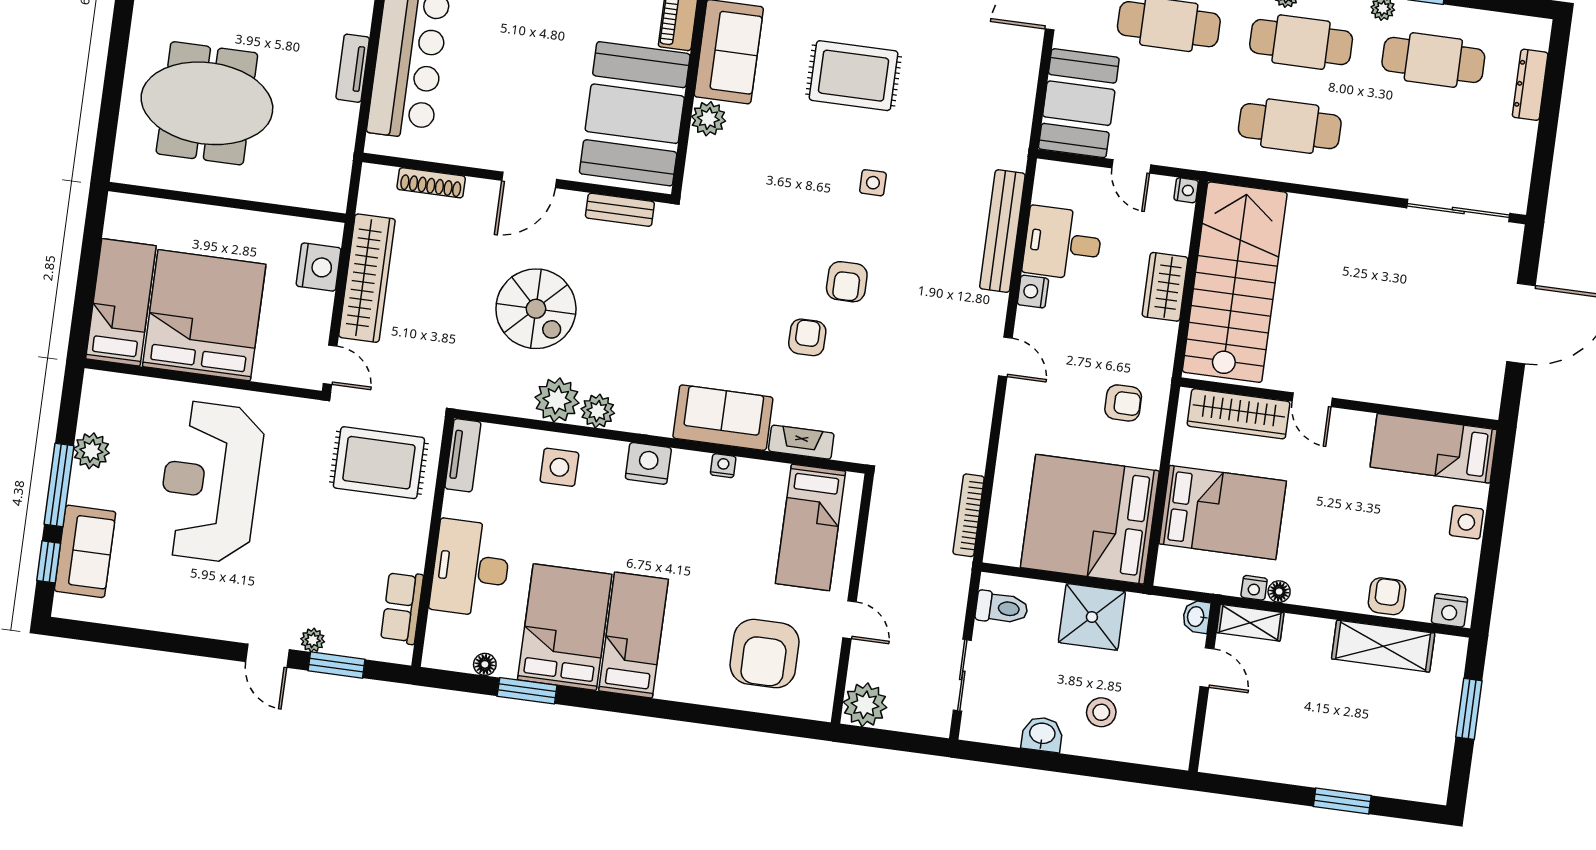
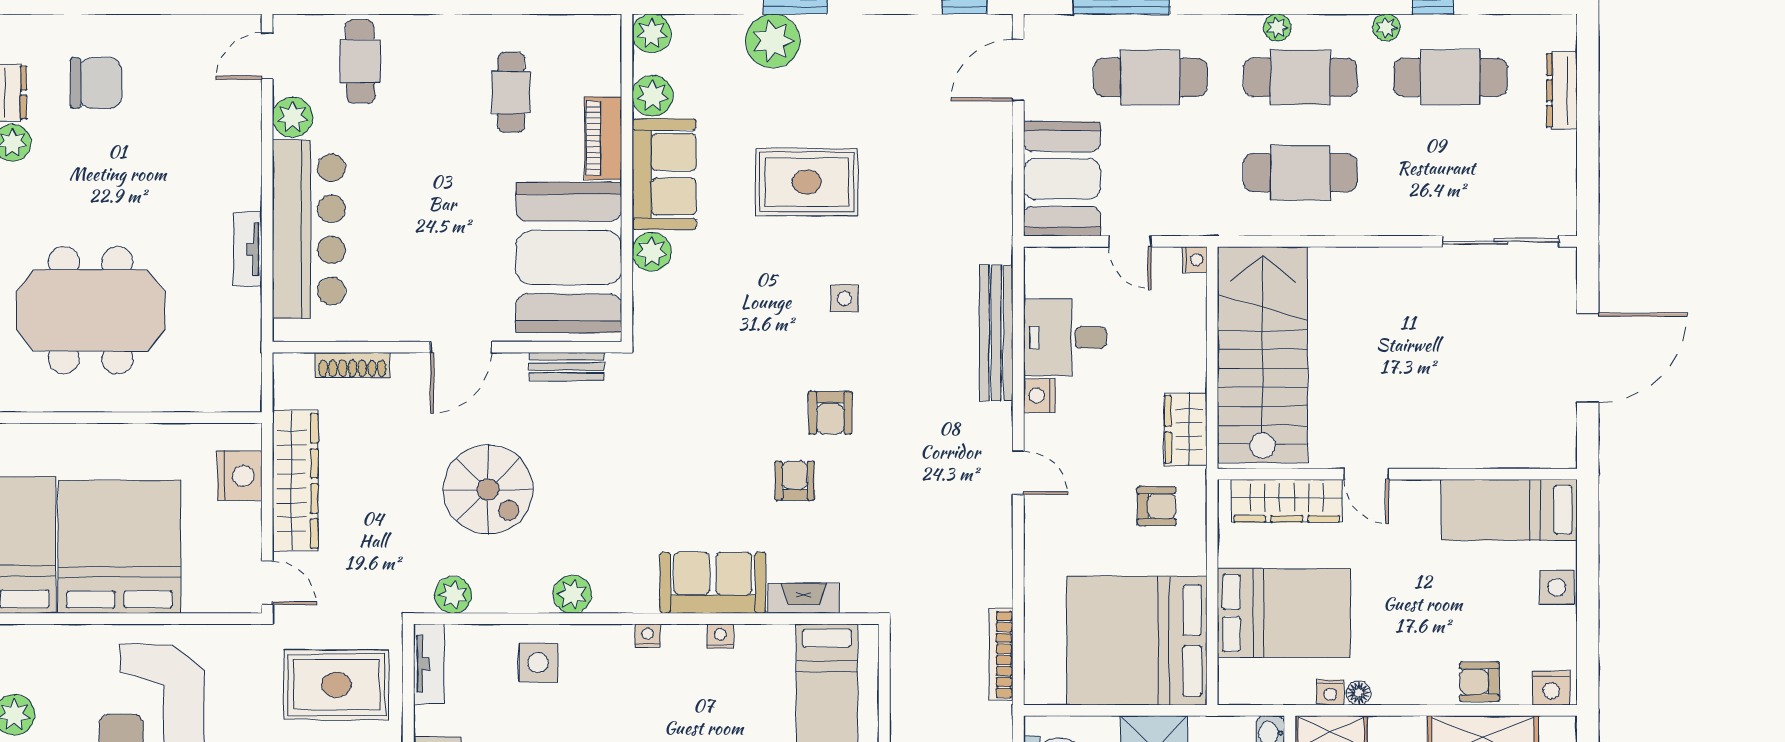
wardrobe: (1165, 287) -> (1186, 429), moved
plant: (557, 400) -> (453, 595), moved, width x0.73, depth x0.73
nightstand: (648, 463) -> (648, 636), width x0.53, depth x0.56
armchair: (1387, 596) -> (1480, 682), turned -90

